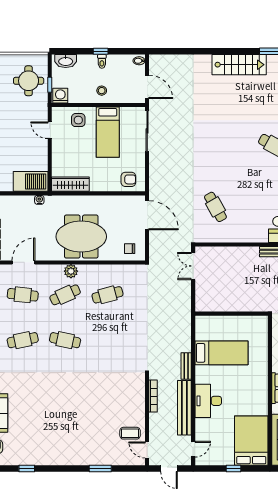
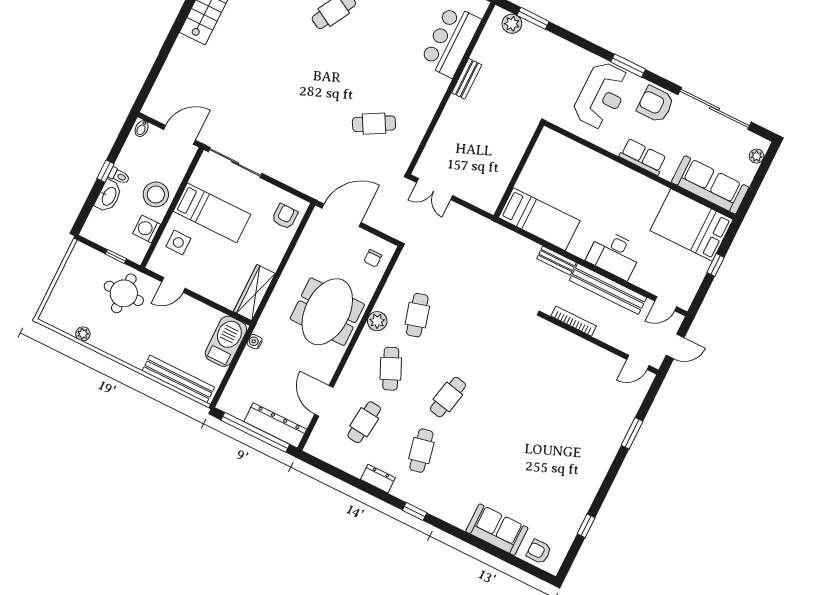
washbasin: (66, 61) -> (109, 196), moved
round table: (29, 81) -> (124, 293), moved
stool: (102, 91) -> (156, 194), width x1.89, depth x1.89
washing machine: (60, 96) -> (147, 229), moved
plant: (71, 271) -> (377, 321), moved
bed: (221, 353) -> (539, 219), moved, turned 90
coffee table: (130, 433) -> (606, 373), removed
door: (193, 449) -> (666, 304), swing flipped

